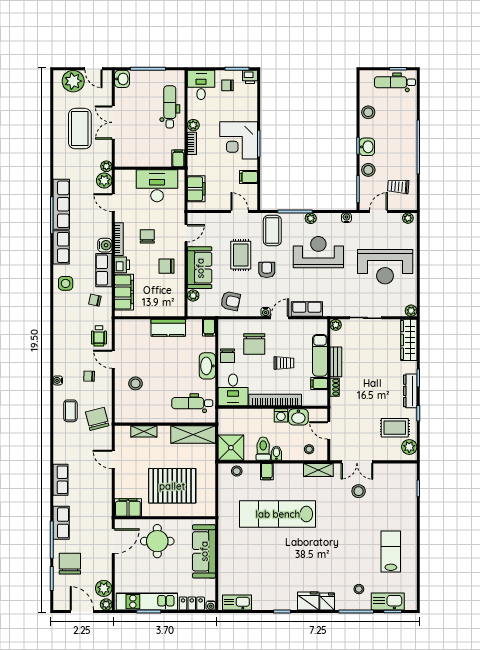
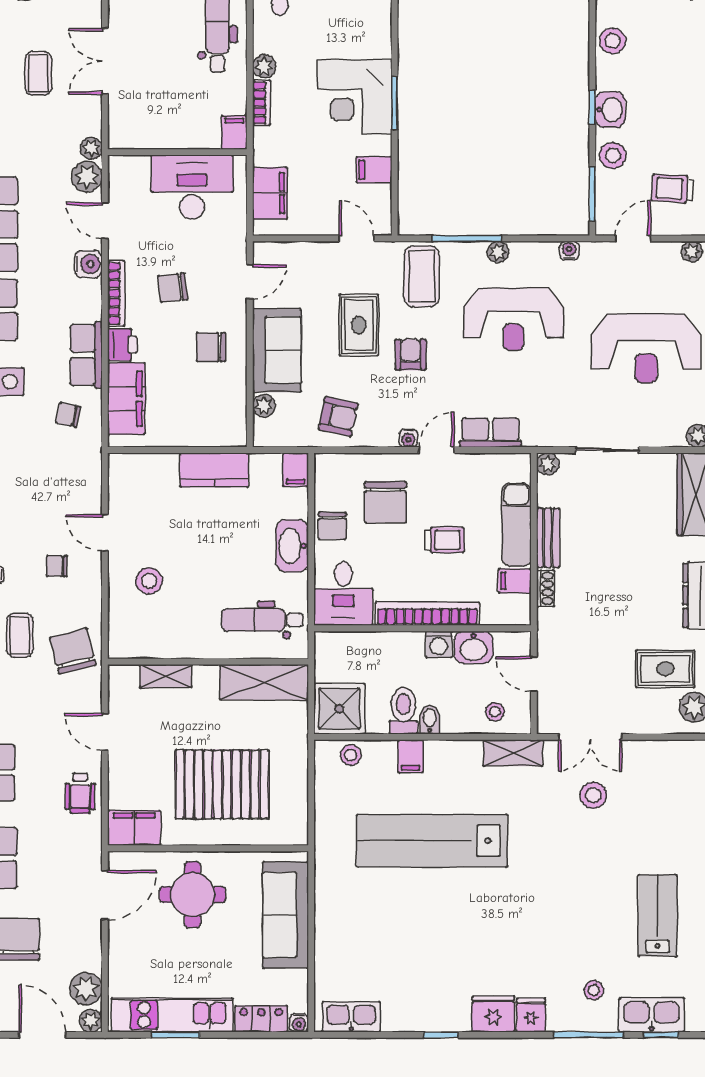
coffee table: (80, 129) -> (38, 73), width x0.54, depth x0.58
chair: (147, 236) -> (173, 288), turned -96
water cooler: (105, 245) -> (88, 264), moved
reception desk: (318, 252) -> (513, 319), turned 180
wheelchair: (99, 336) -> (80, 793), moved

